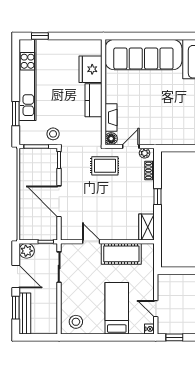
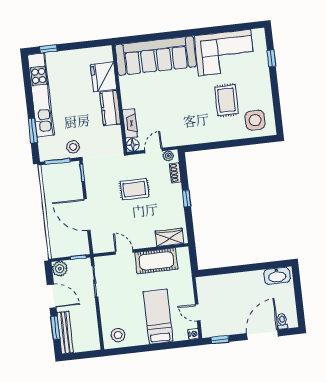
rug: (105, 166) -> (134, 189), moved
wardrobe: (146, 227) -> (169, 237), moved, turned 90

